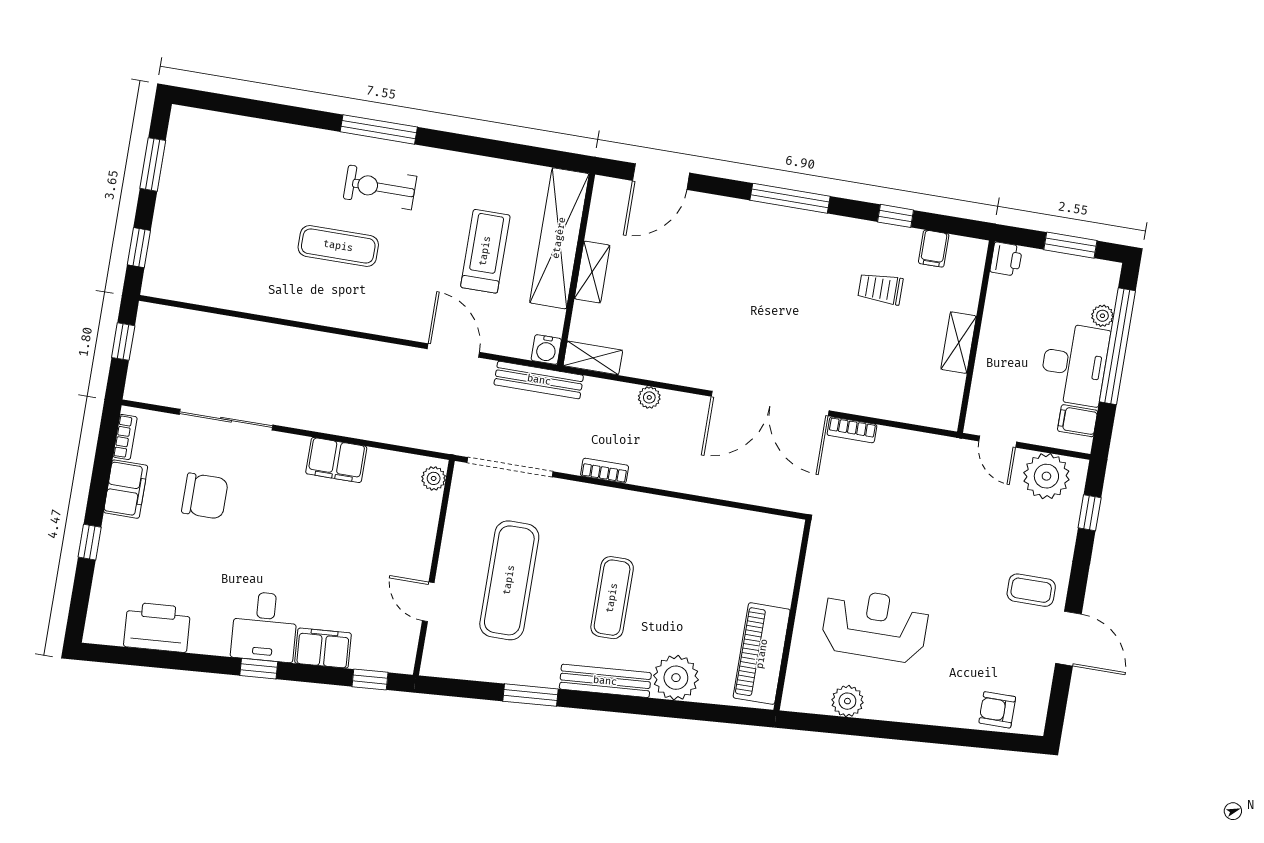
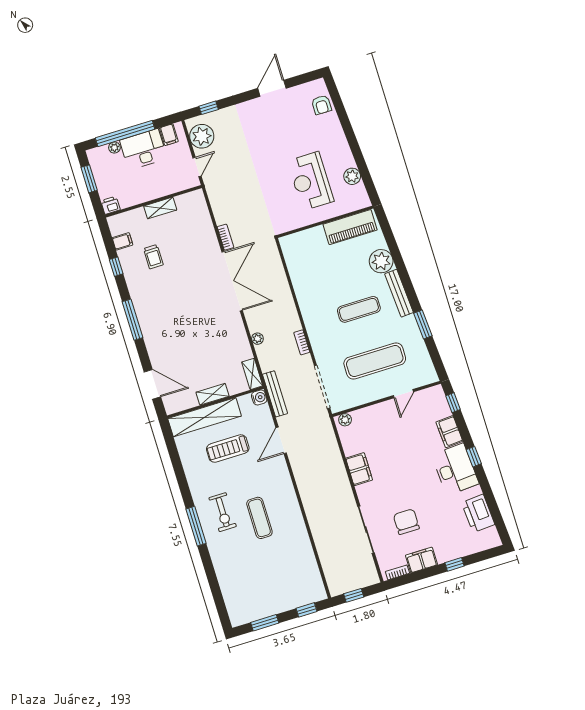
coffee table: (1031, 590) -> (258, 117), removed
desk: (264, 627) -> (455, 469), width x1.37

